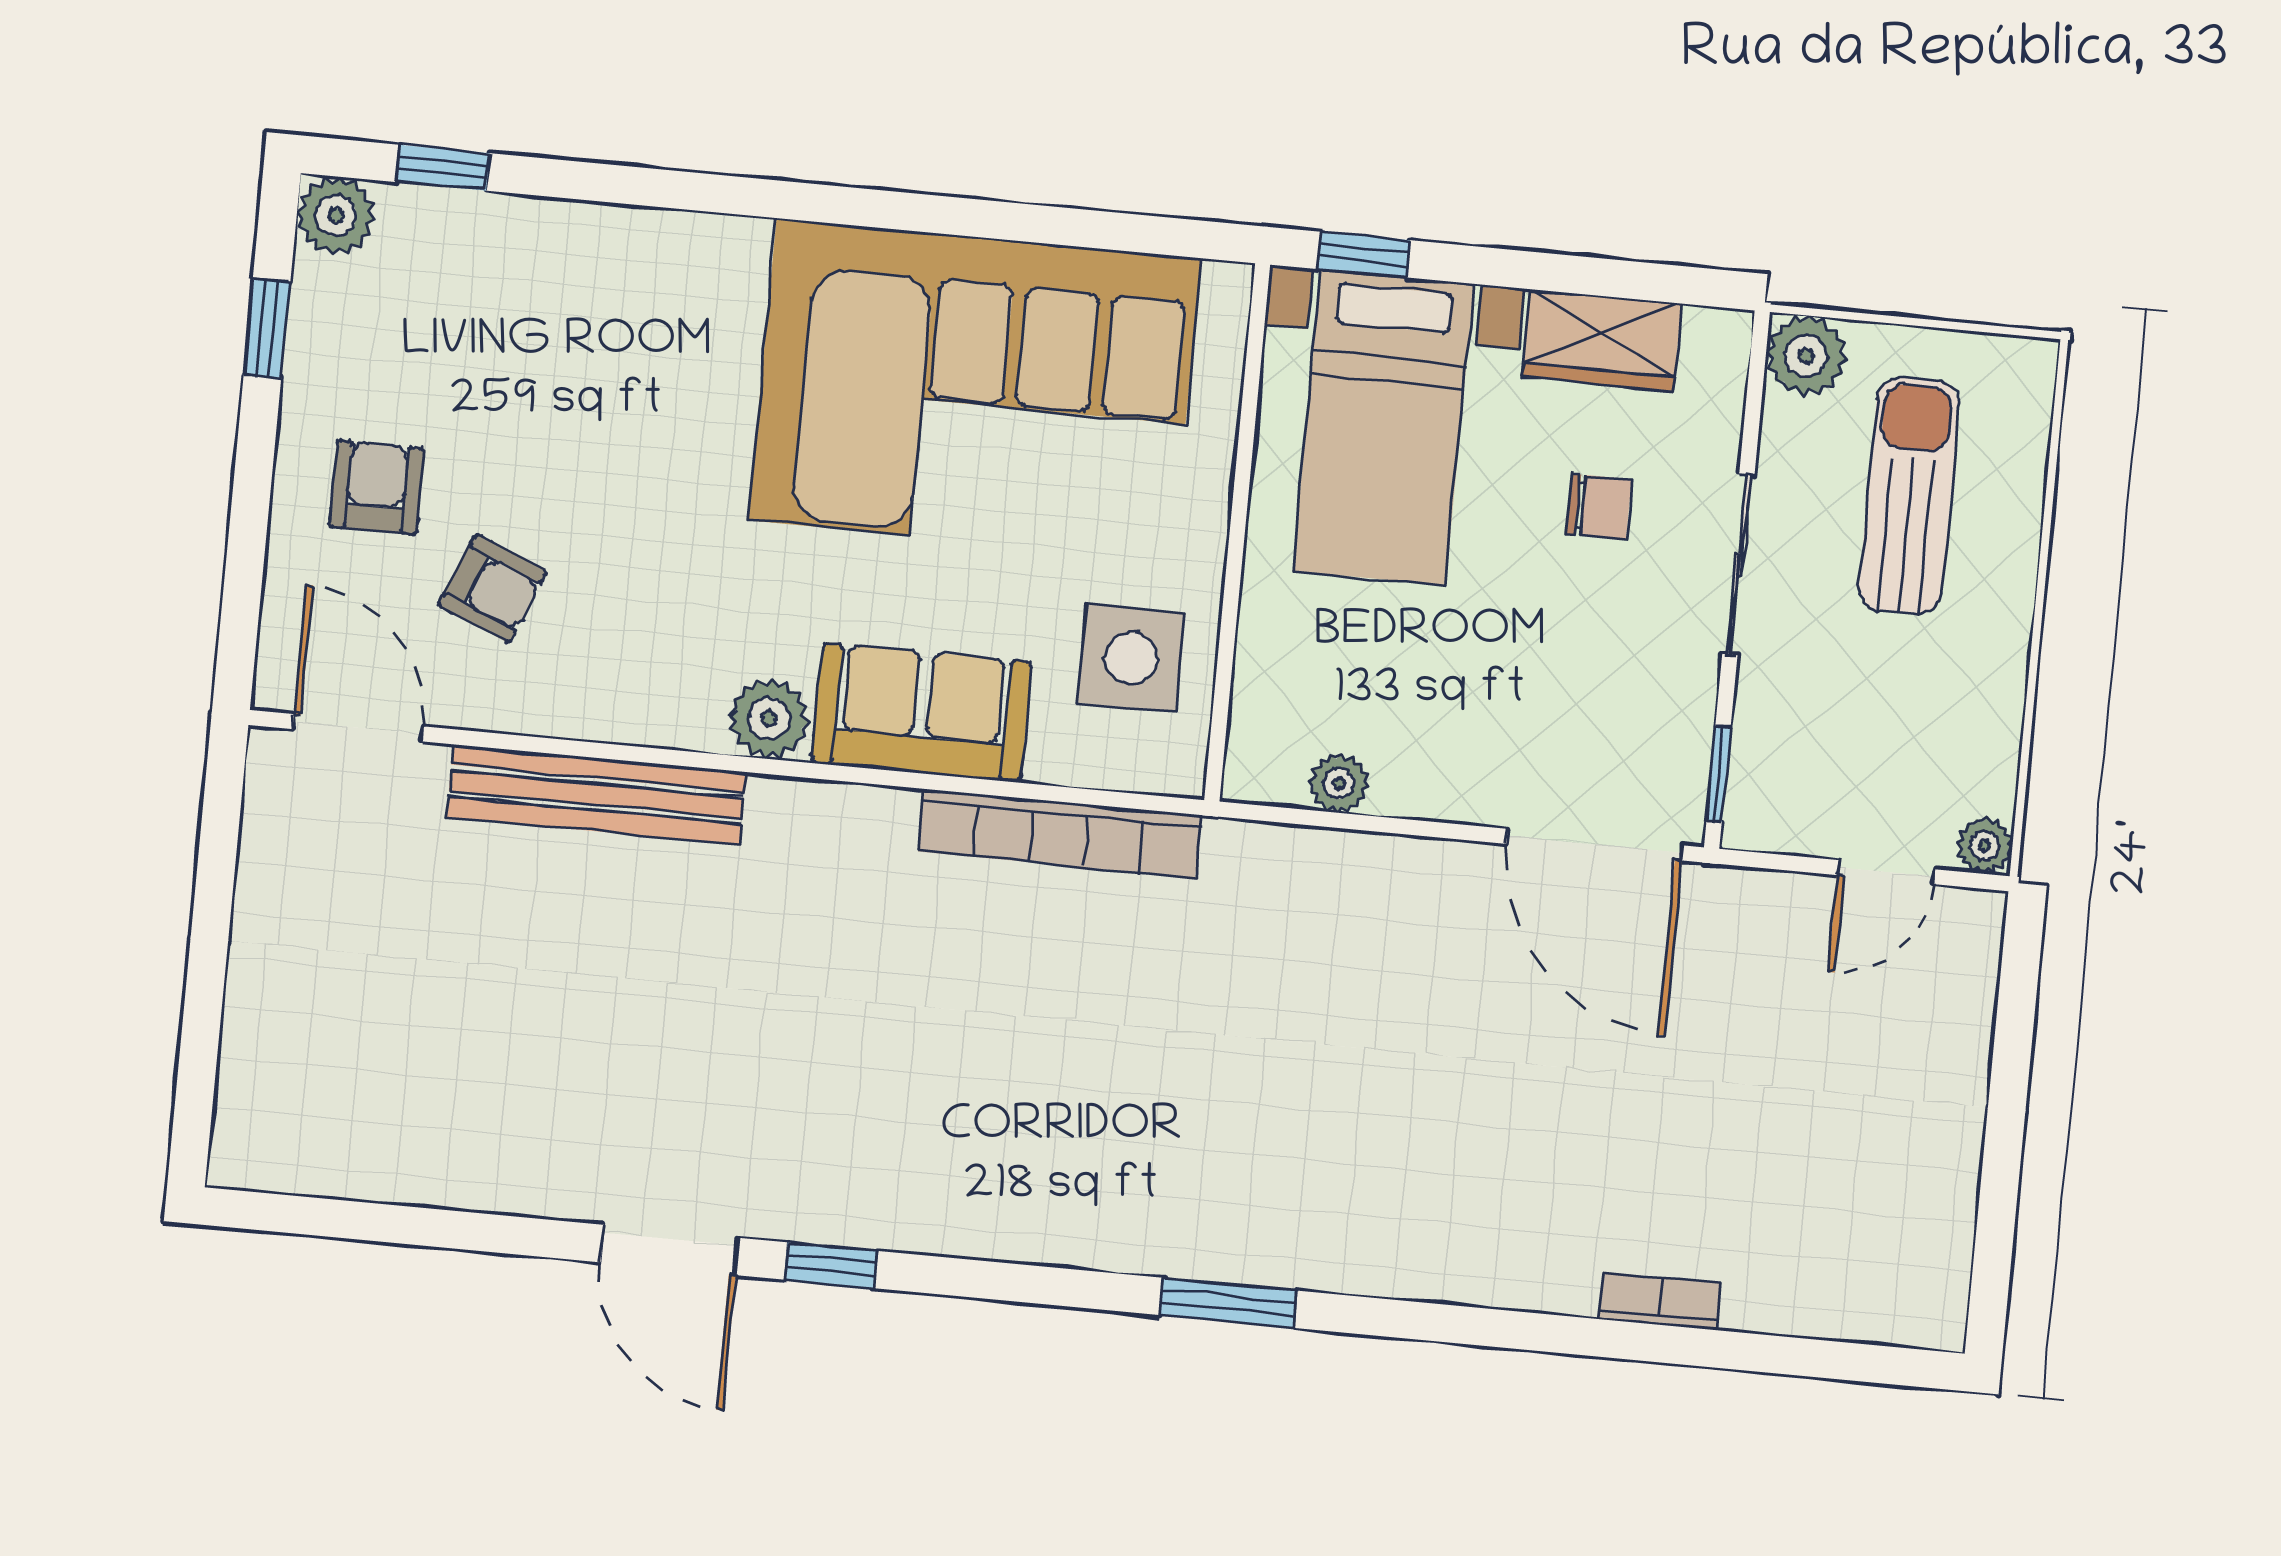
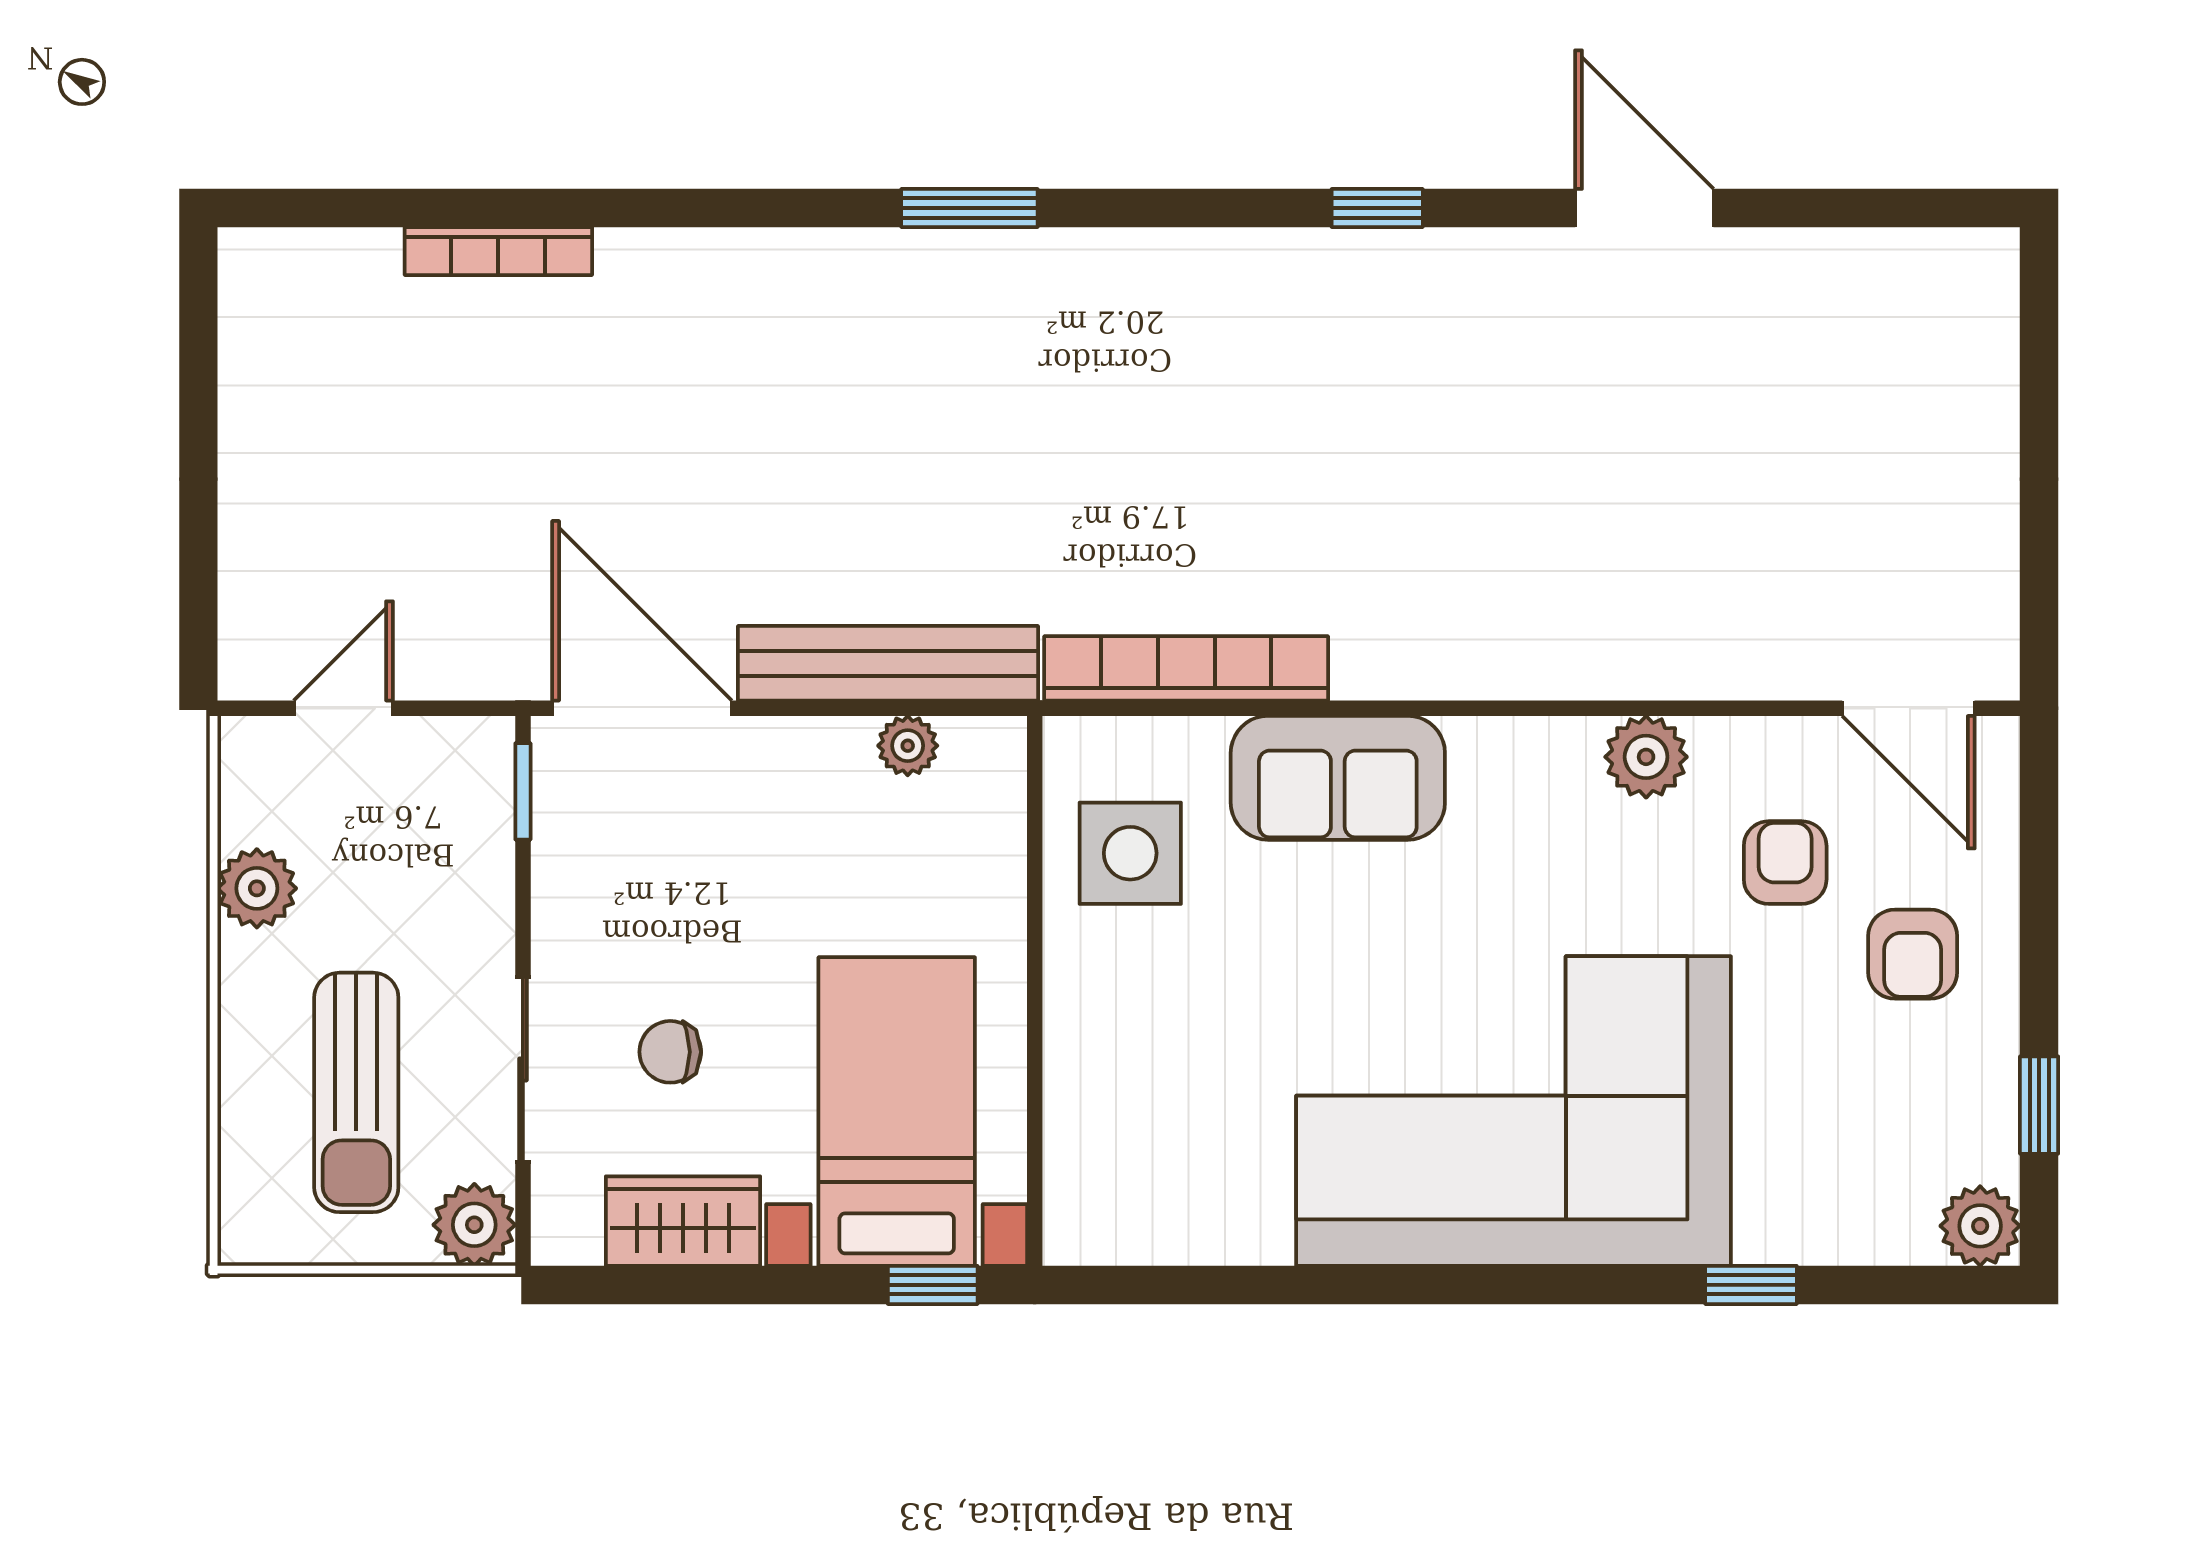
window: (443, 168) -> (1751, 1285), moved
corner sofa: (975, 389) -> (1514, 1111), moved
sliding door: (1738, 564) -> (523, 1069), moved
armchair: (493, 588) -> (1785, 863), turned 67
plant: (769, 719) -> (1646, 757), moved
bench: (596, 795) -> (888, 663), moved
plant: (1985, 846) -> (257, 888), moved, width x1.38, depth x1.38
door: (670, 1250) -> (1644, 208), moved
bookcase: (1660, 1301) -> (498, 251), width x1.56

